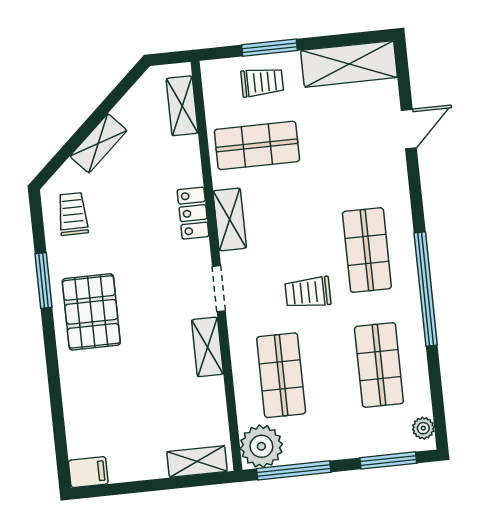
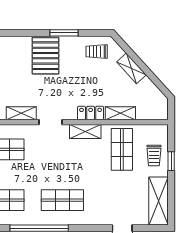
window: (270, 48) -> (171, 161), width x0.67
shelving: (182, 106) -> (120, 113), moved
trolley: (73, 214) -> (97, 51), turned 180
trolley: (308, 292) -> (44, 168), removed
pallet: (91, 312) -> (45, 56), turned 90

